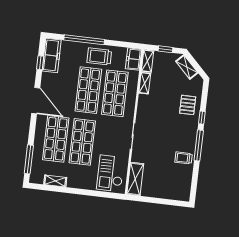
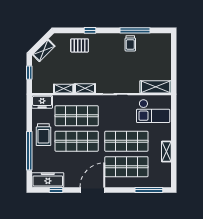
shelving: (147, 61) -> (85, 88), moved
window: (199, 145) -> (135, 30), moved
shelving: (55, 181) -> (166, 152), moved

